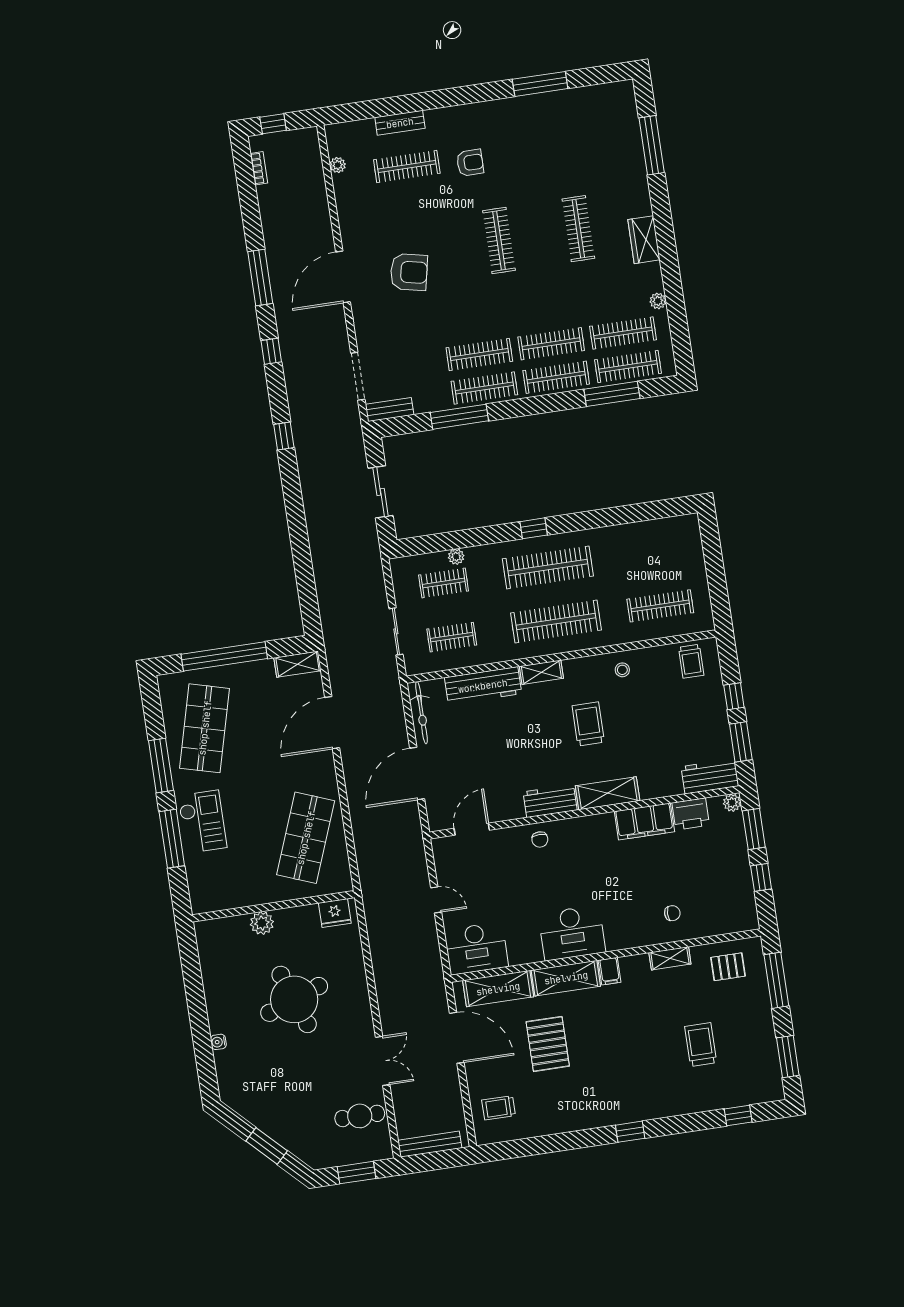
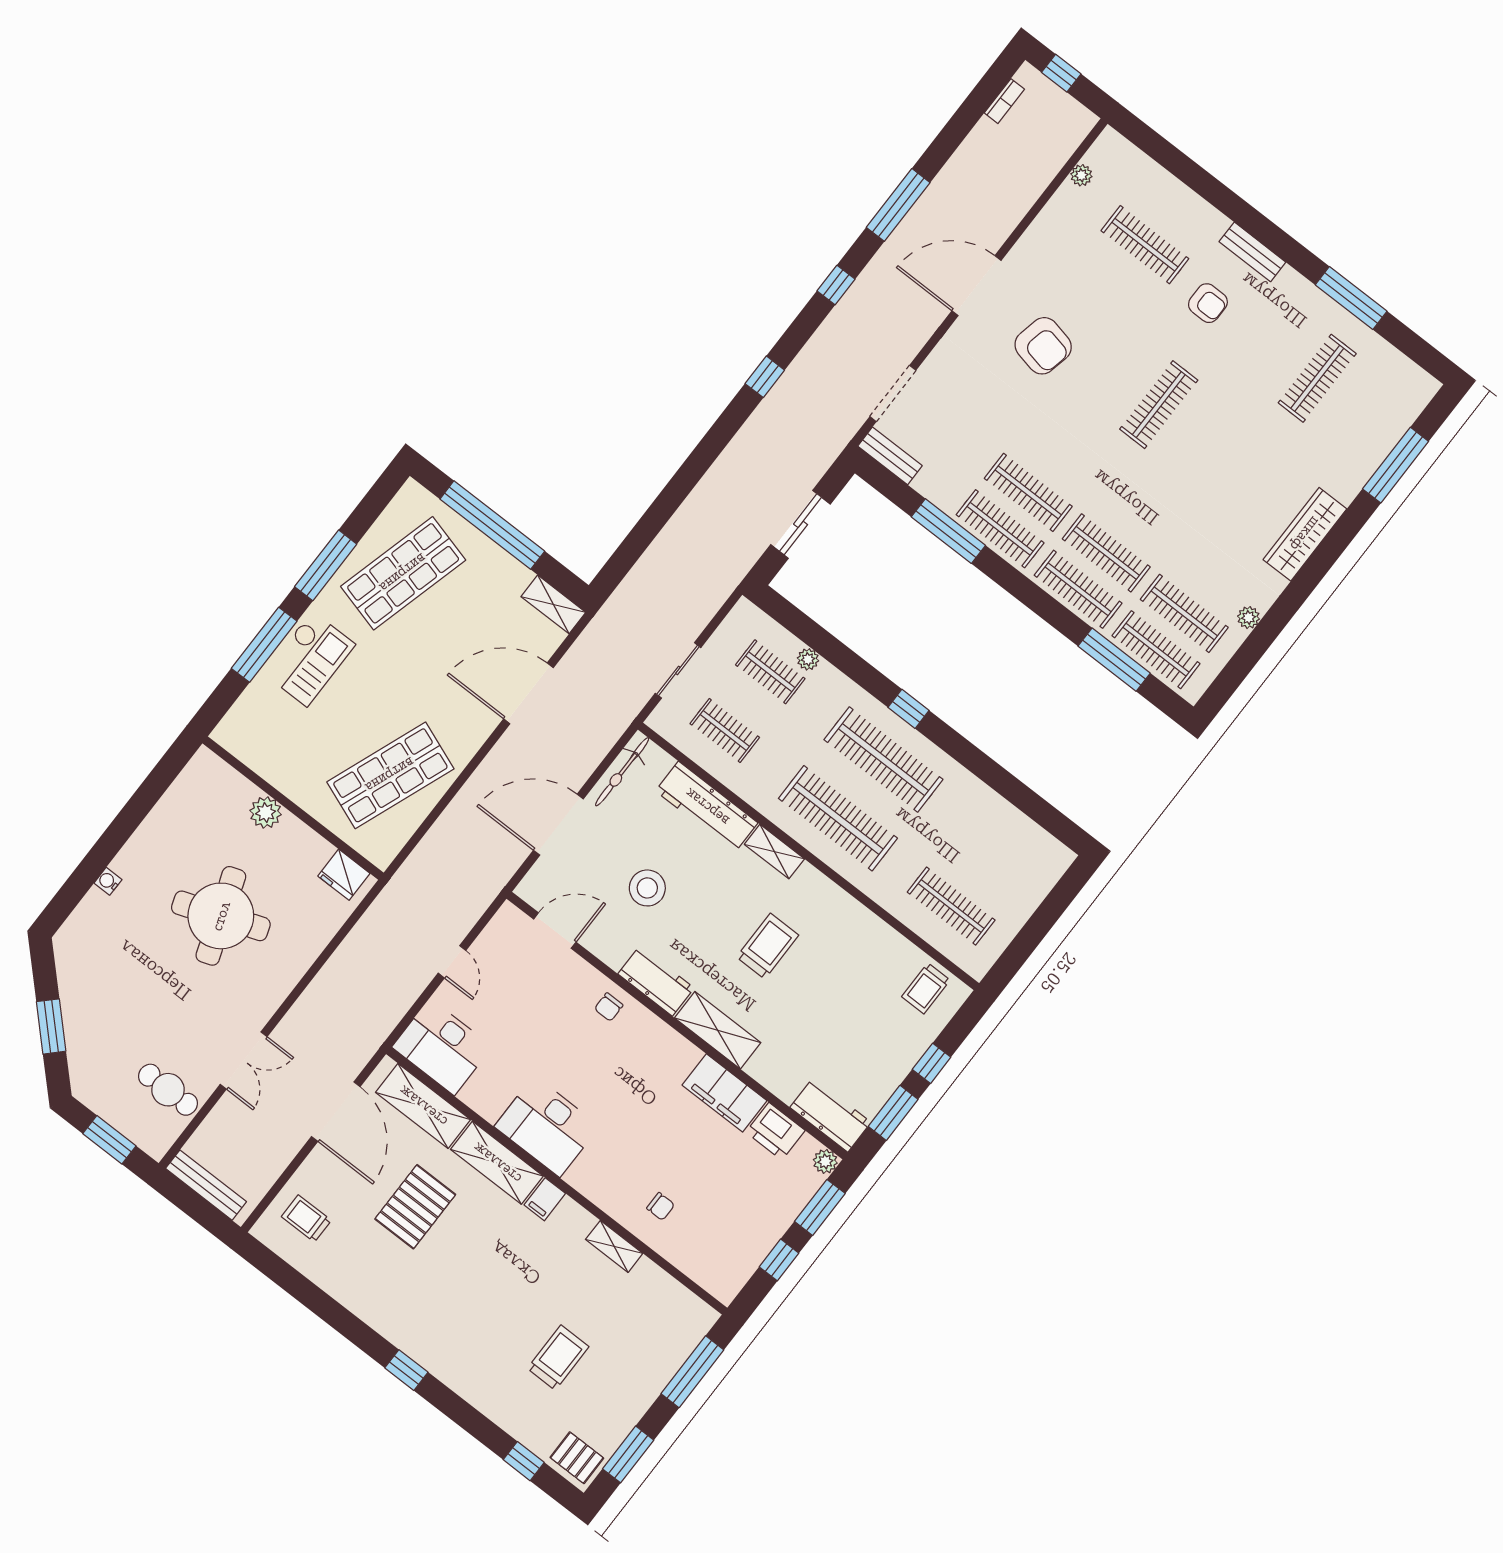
bench: (400, 123) -> (1252, 252), moved
clothes rail: (578, 229) -> (1317, 378), moved
wardrobe: (644, 240) -> (1305, 534), width x1.50
stool: (622, 670) -> (647, 888), moved, width x1.89, depth x1.89
pallet: (728, 967) -> (577, 1458), moved

